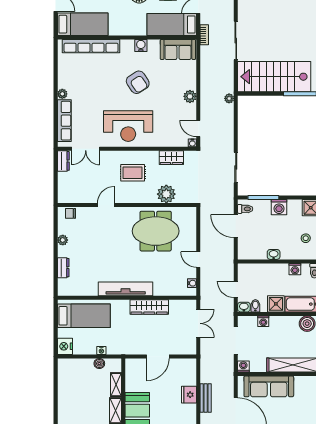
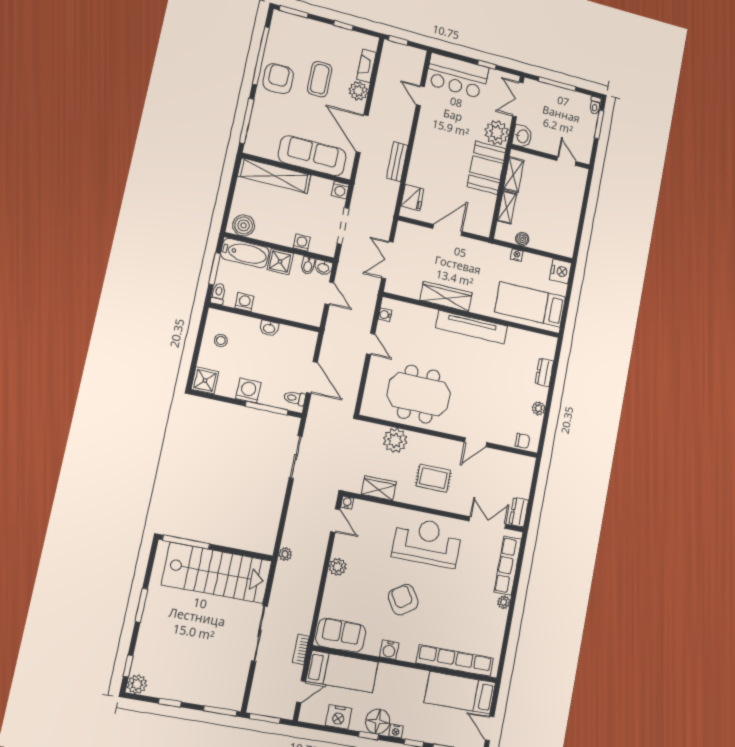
fridge: (189, 395) -> (412, 197), moved

